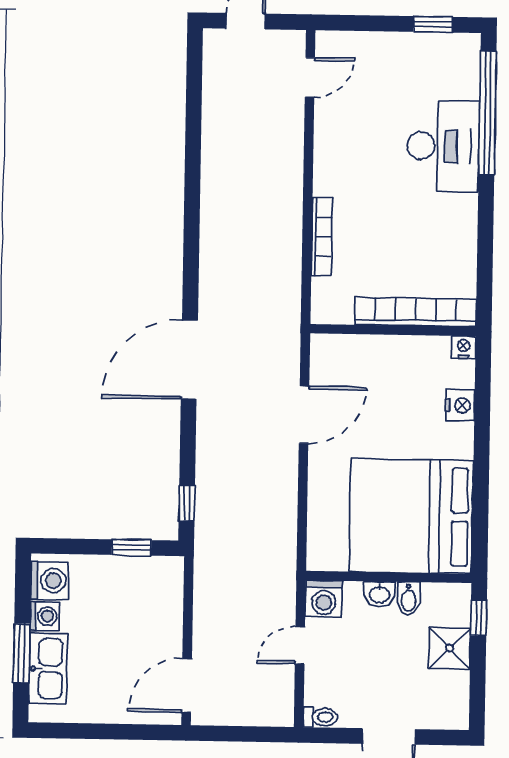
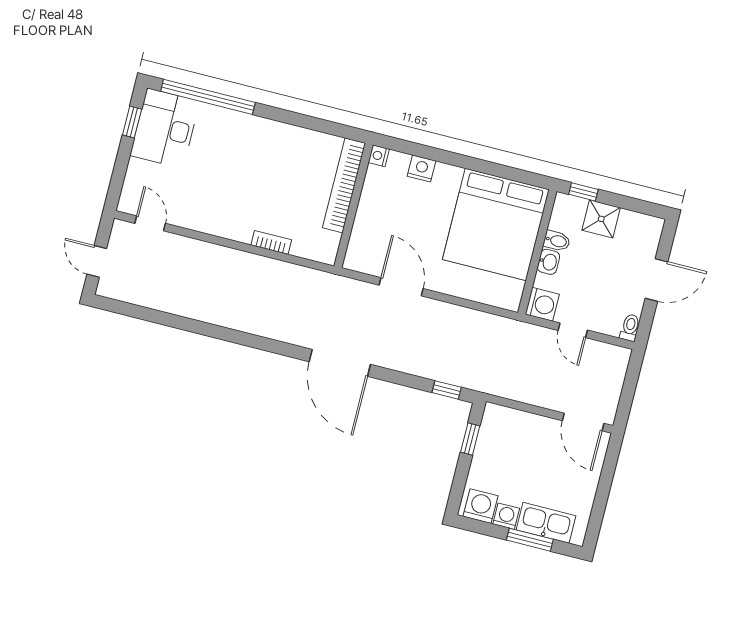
desk: (443, 146) -> (165, 128), moved, turned -90
bookcase: (322, 237) -> (271, 242), width x0.64

